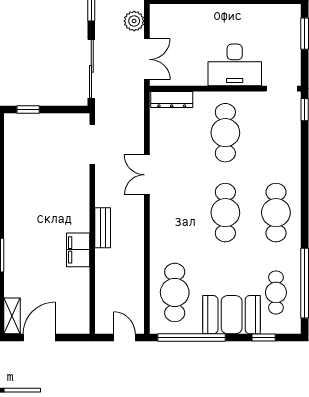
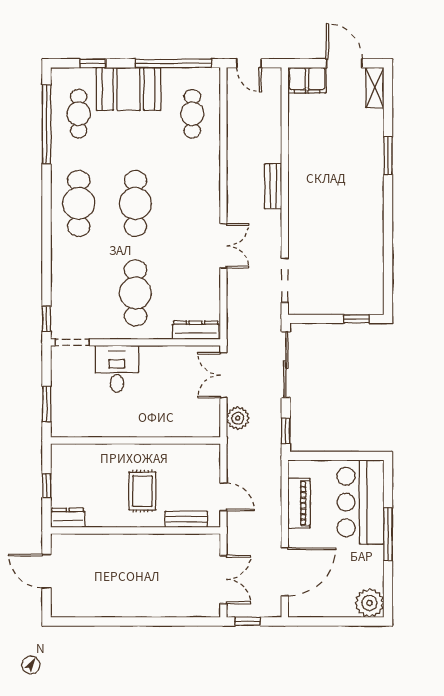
desk: (235, 65) -> (117, 369), width x0.73
filing cabinet: (78, 250) -> (307, 80), moved, turned 90
cafe table: (175, 292) -> (192, 114), width x0.73, depth x0.74
door: (39, 337) -> (344, 63), swing flipped

